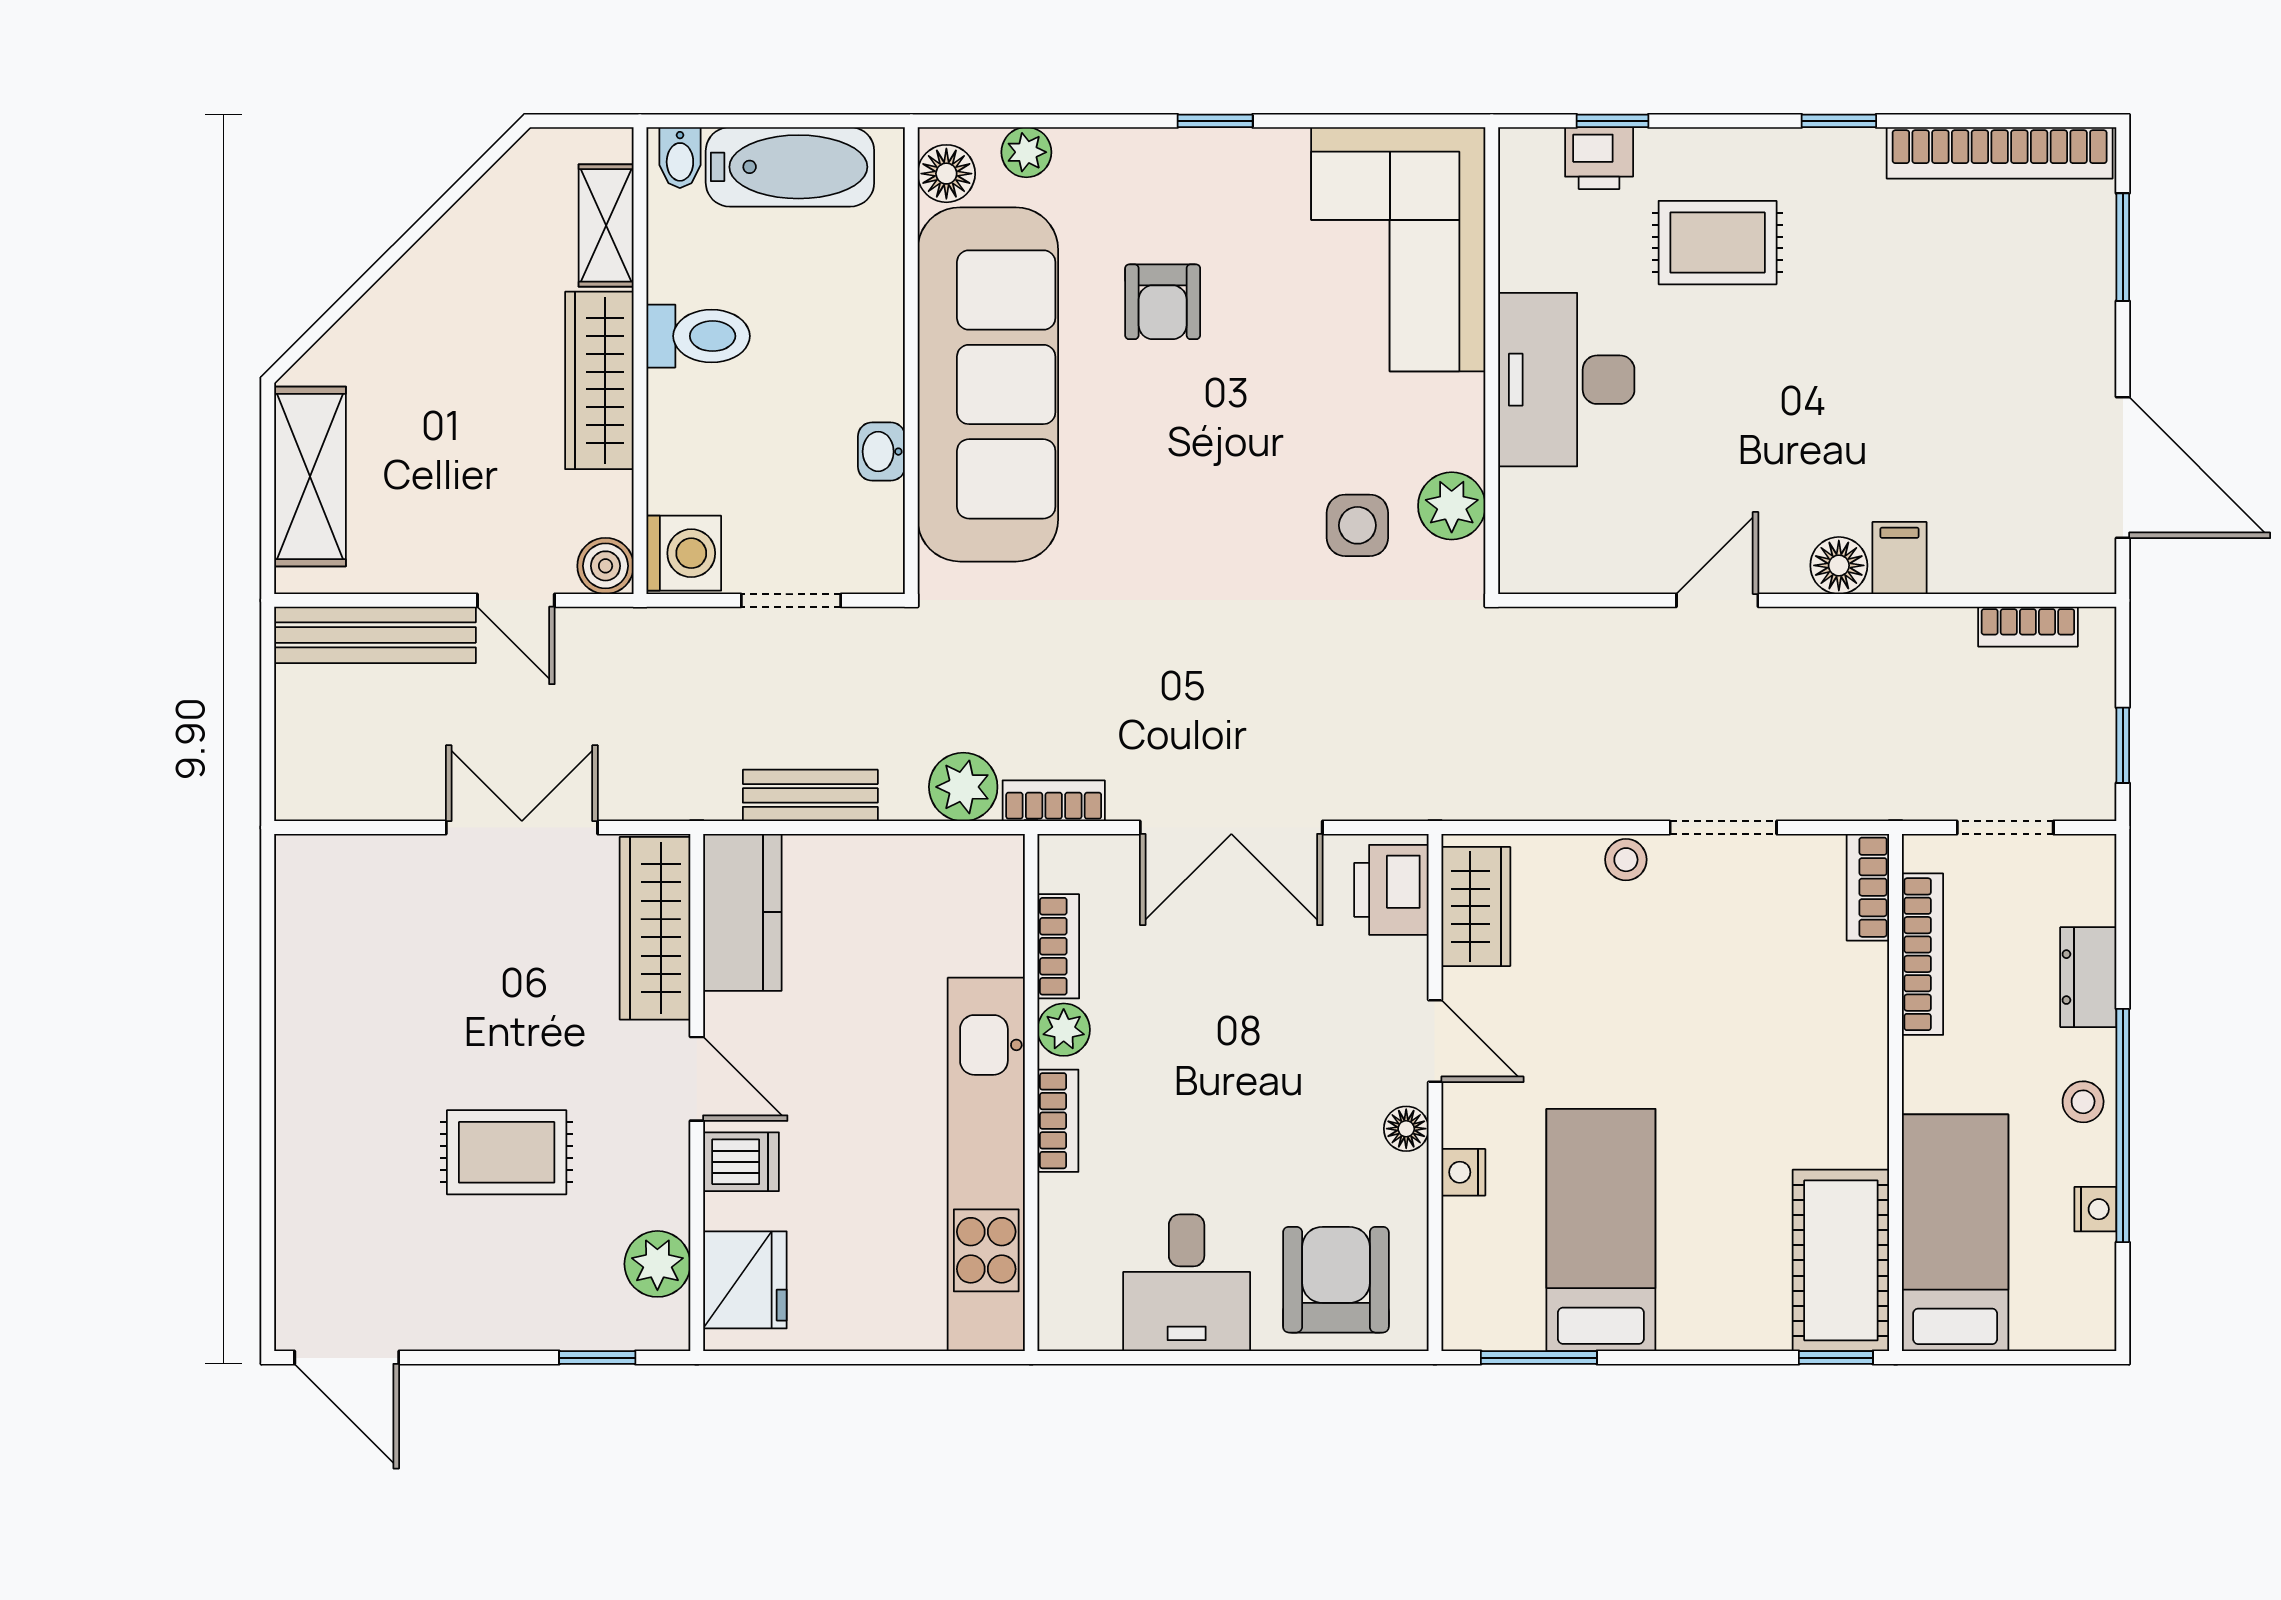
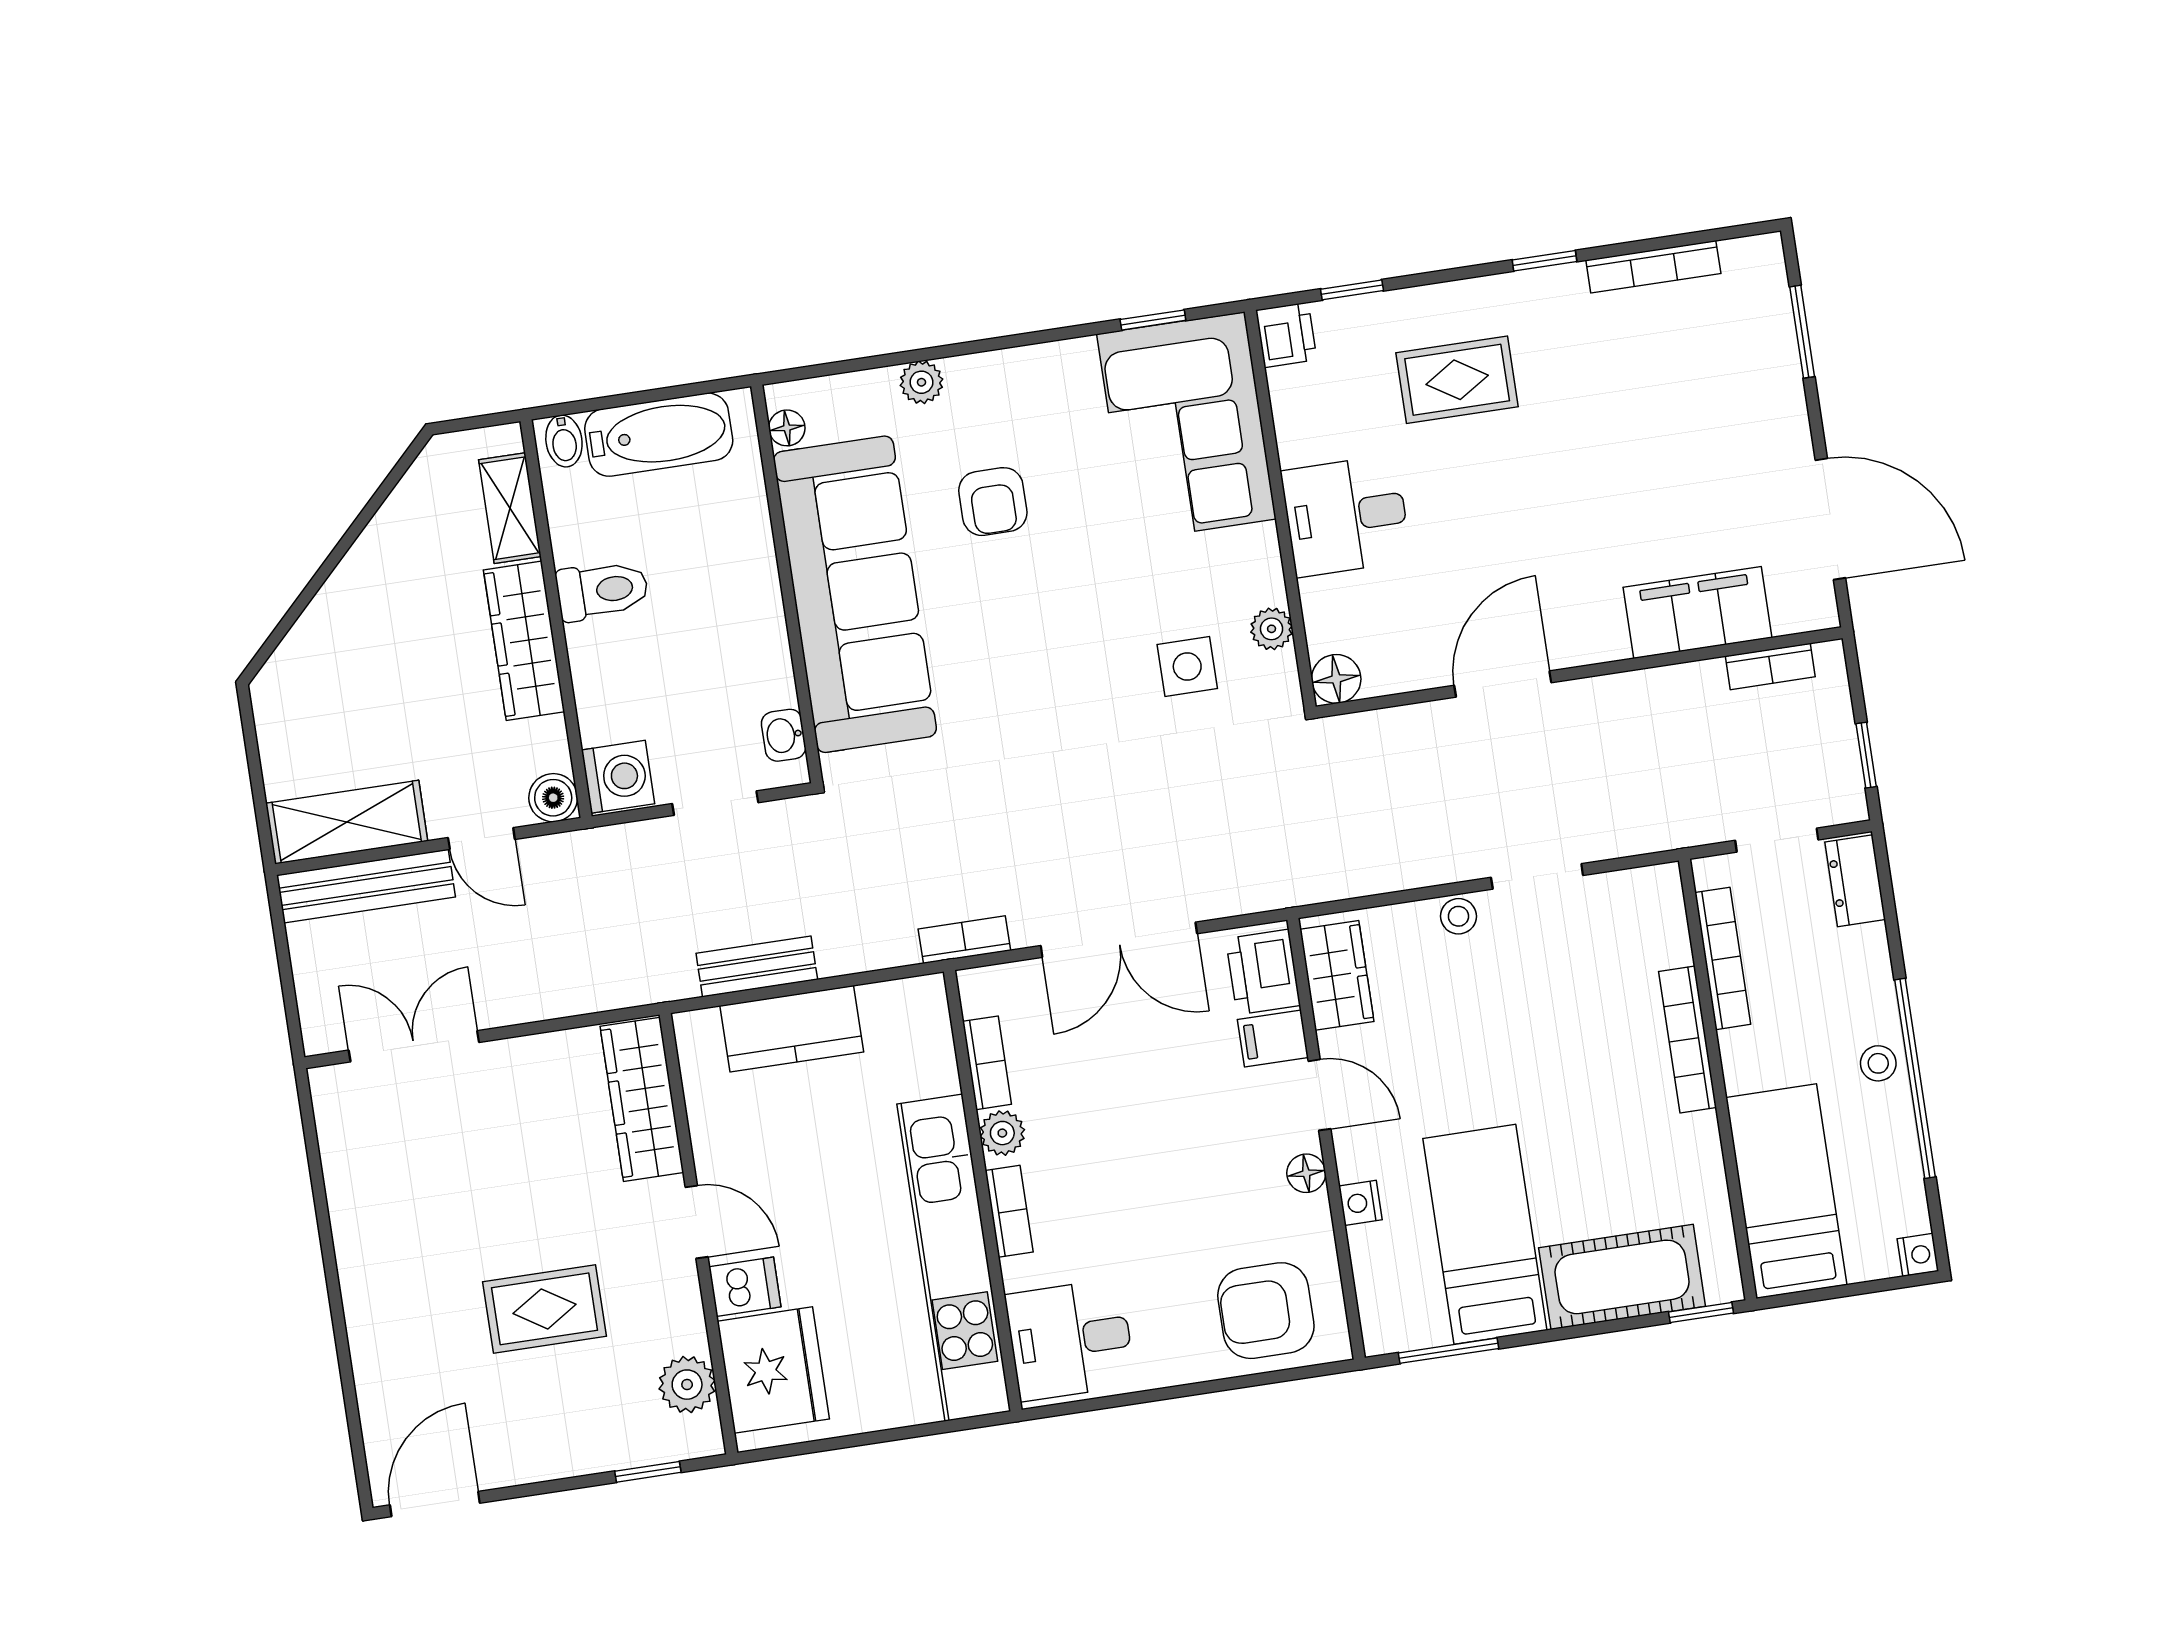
window: (1215, 121) -> (1153, 320), moved
plant: (1026, 152) -> (921, 382), moved
bookcase: (2000, 153) -> (1653, 267), width x0.68, depth x0.76
printer: (1599, 158) -> (1286, 335), moved, turned -90
floor lamp: (946, 174) -> (787, 428), width x0.73, depth x0.73
desk: (1566, 380) -> (1346, 516), width x0.73
washbasin: (881, 452) -> (784, 735), moved
shelving: (310, 476) -> (347, 822), moved, turned 90
plant: (1452, 506) -> (1272, 629), width x0.73, depth x0.73
filing cabinet: (1899, 558) -> (1697, 613), width x3.00, depth x1.17
floor lamp: (1839, 565) -> (1336, 679), moved
door: (1717, 600) -> (1503, 684), width x1.38
plant: (963, 787) -> (886, 940), removed
double door: (522, 828) -> (414, 1046), moved
bookcase: (1868, 887) -> (1688, 1039), moved, width x1.56
kitchen counter: (742, 912) -> (792, 1029), moved, turned 90
filing cabinet: (1391, 968) -> (1273, 1038), added
dresser: (2088, 977) -> (1855, 881), moved
nightstand: (2095, 1209) -> (1918, 1255), moved
cot: (1841, 1260) -> (1622, 1277), moved, turned 90
fridge: (745, 1280) -> (773, 1370), width x1.36, depth x1.34
armchair: (1336, 1280) -> (1266, 1311), turned -90
desk: (1187, 1283) -> (1070, 1340), moved, turned 90
door: (347, 1358) -> (435, 1504), swing flipped

